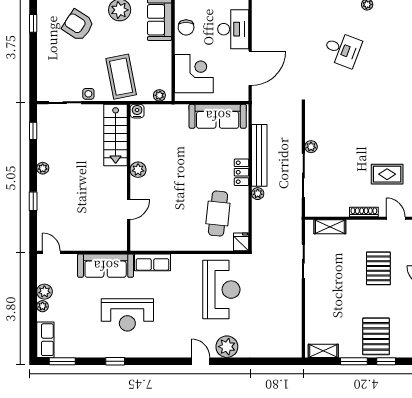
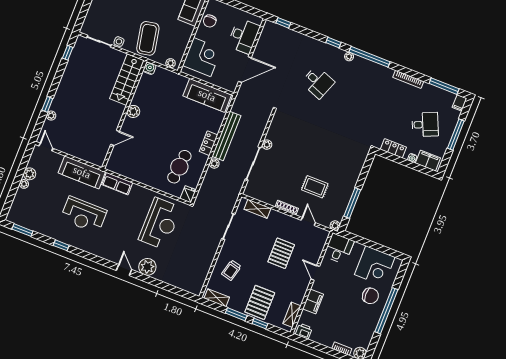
plant: (43, 168) -> (51, 116), moved
trolley: (327, 312) -> (231, 270), added
row of seats: (45, 340) -> (16, 209), removed

